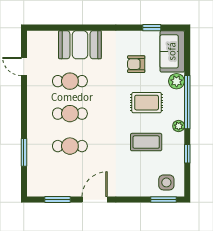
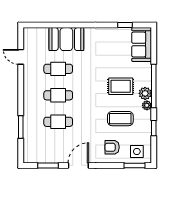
armchair: (136, 64) -> (112, 147), moved
plant: (177, 81) -> (145, 93), moved

